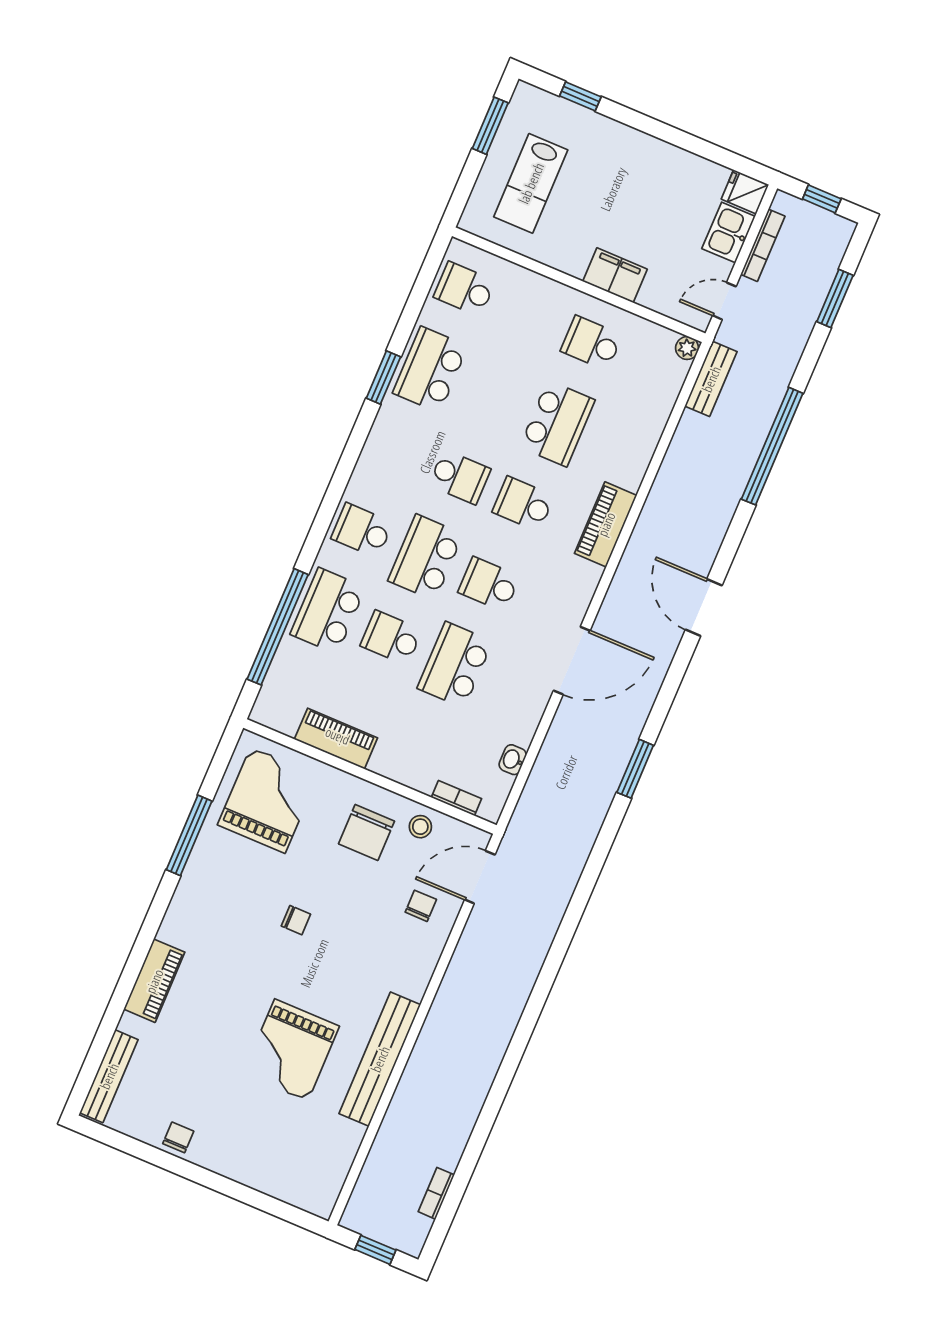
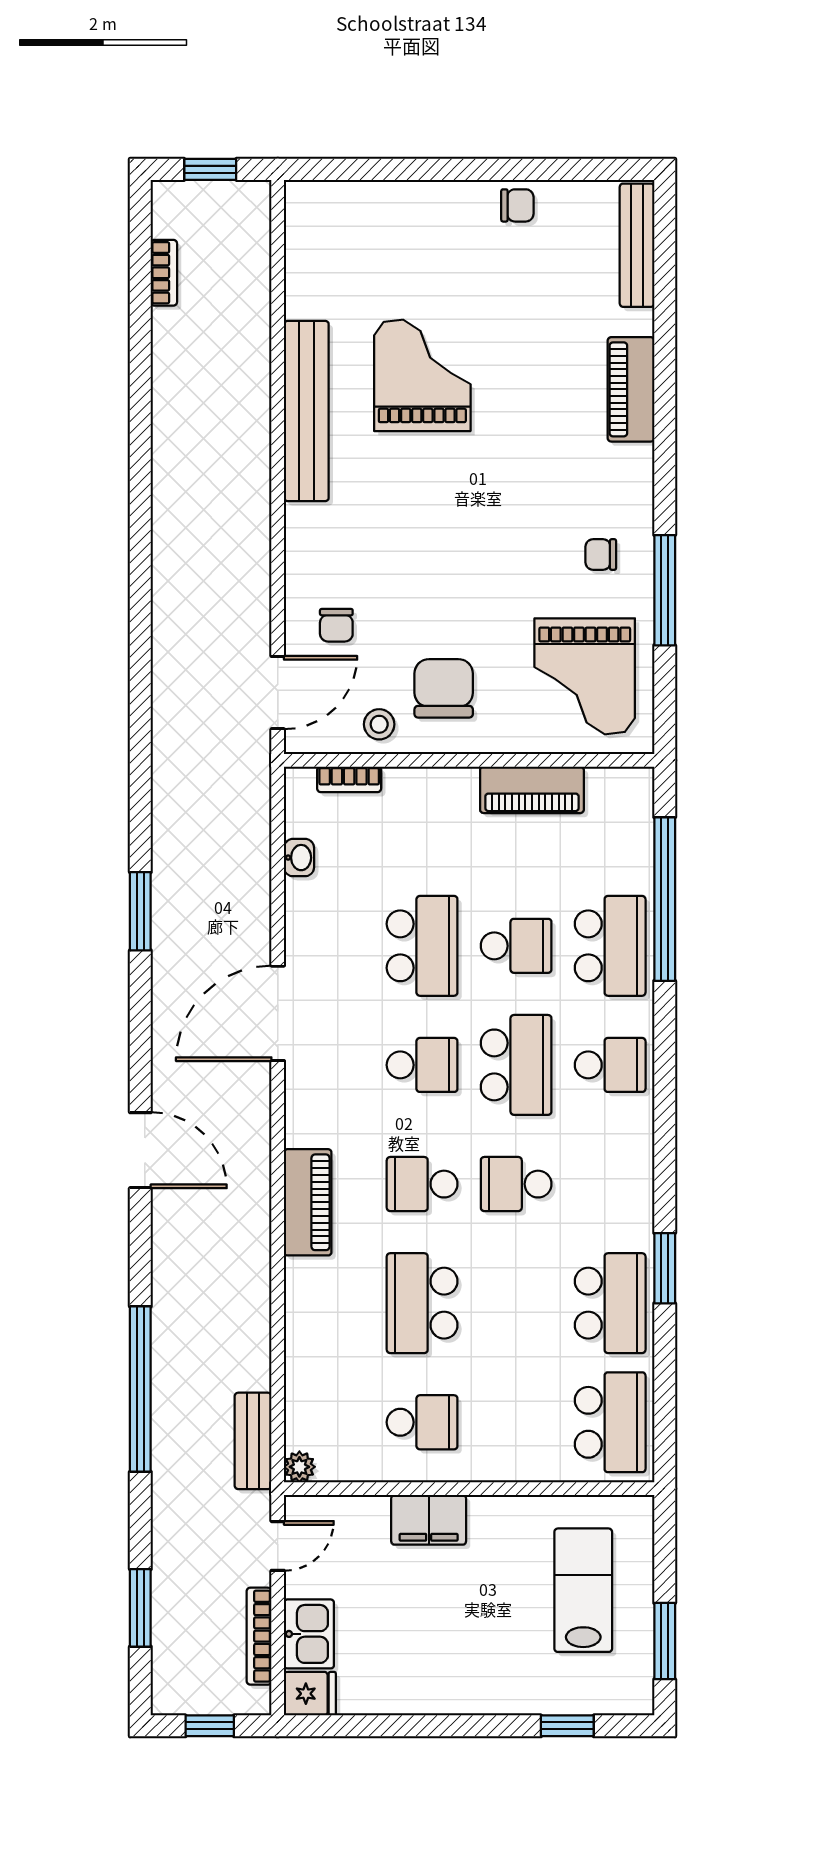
school desk: (464, 289) -> (610, 1422), width x1.85
school desk: (523, 504) -> (422, 1184), turned 180
chair: (296, 920) -> (601, 554), moved
chair: (178, 1137) -> (517, 205), turned -90

